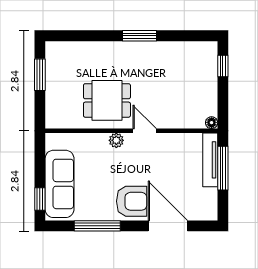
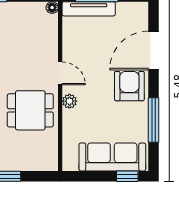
dining table: (107, 100) -> (30, 110), turned 90
door: (145, 131) -> (60, 73), swing flipped

